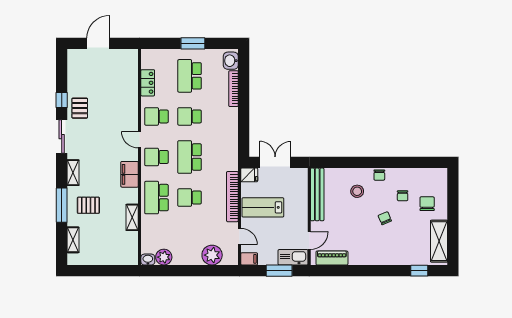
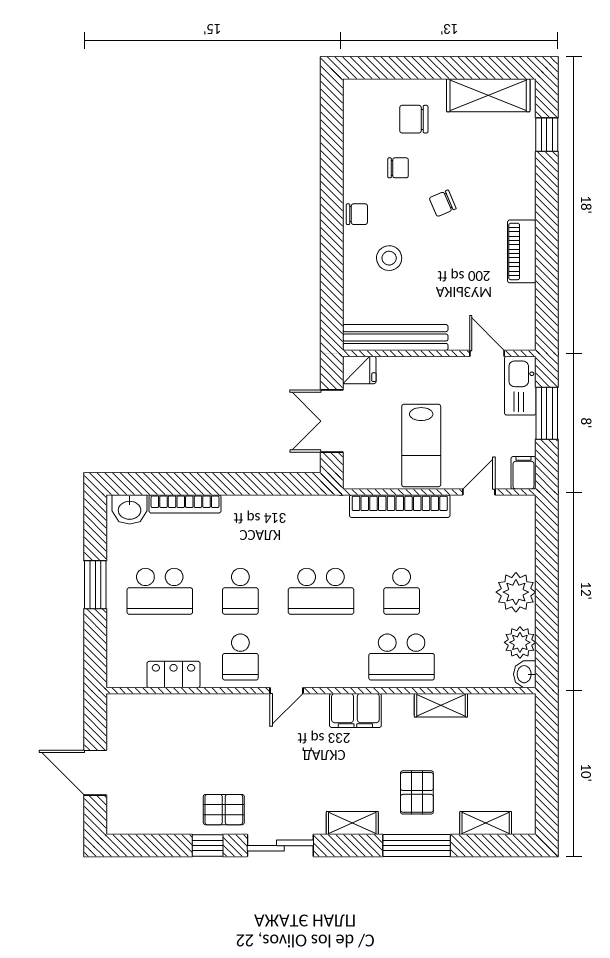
school desk: (156, 157) -> (321, 657), removed
fridge: (249, 175) -> (359, 370), moved, turned 90
plant: (212, 255) -> (516, 592), moved
piano: (332, 258) -> (522, 251), moved

